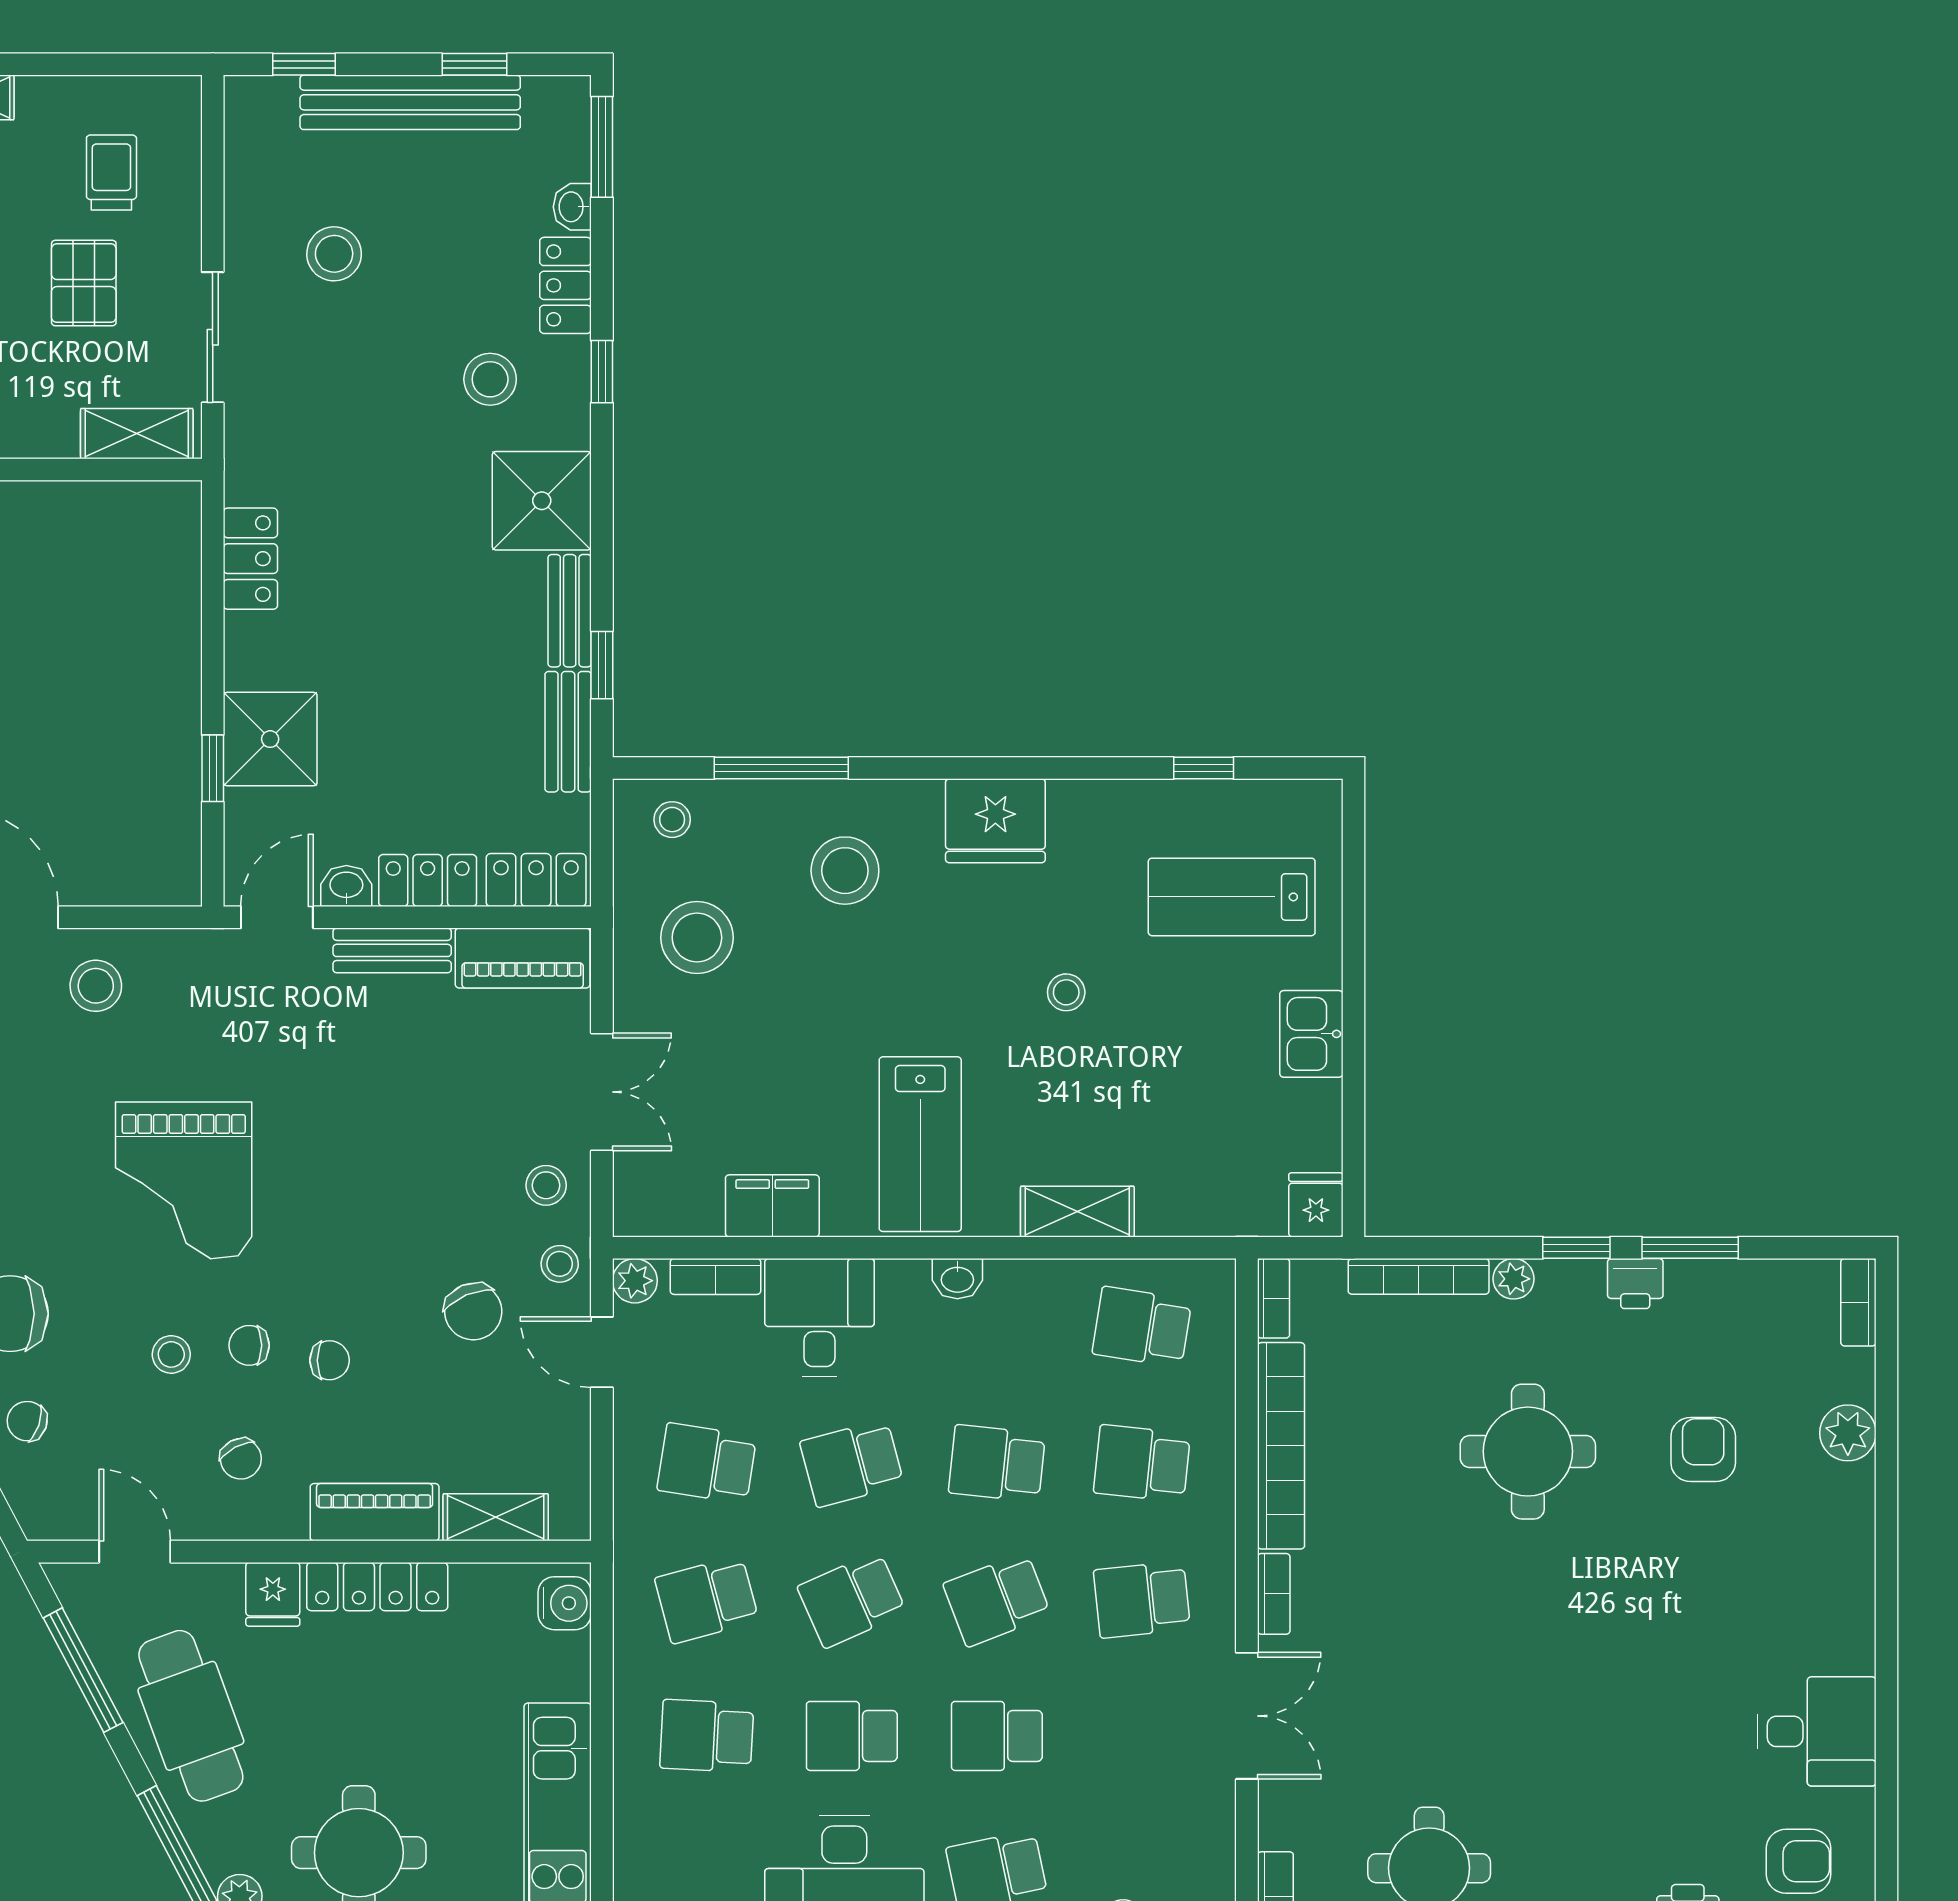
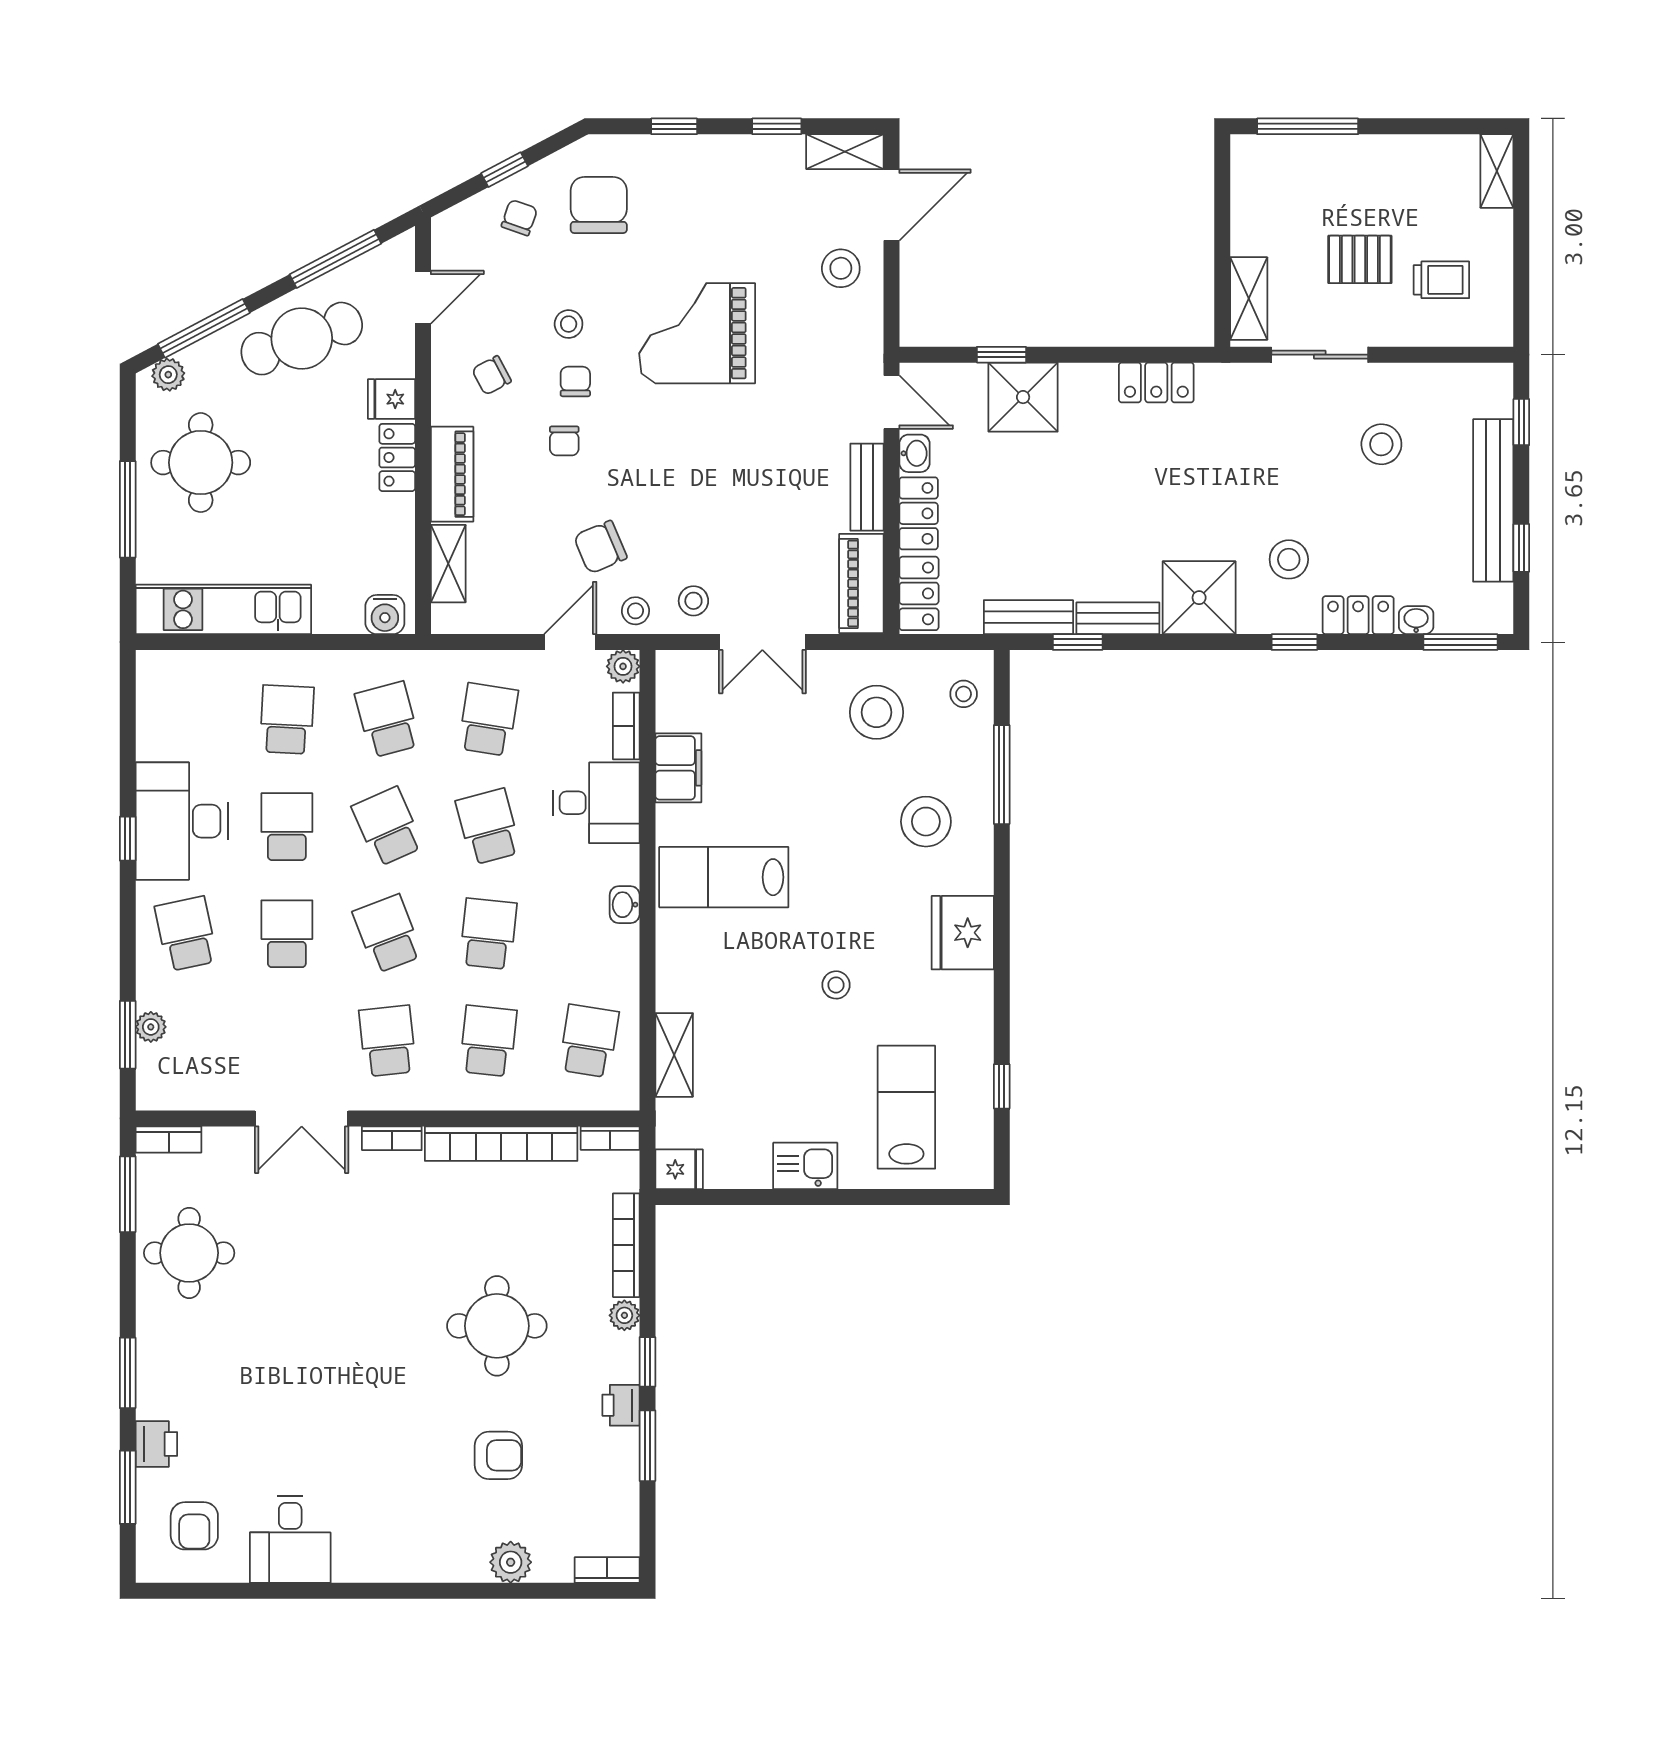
shelving: (1077, 1212) -> (674, 1055), moved
locker: (377, 1587) -> (397, 457), width x0.66

